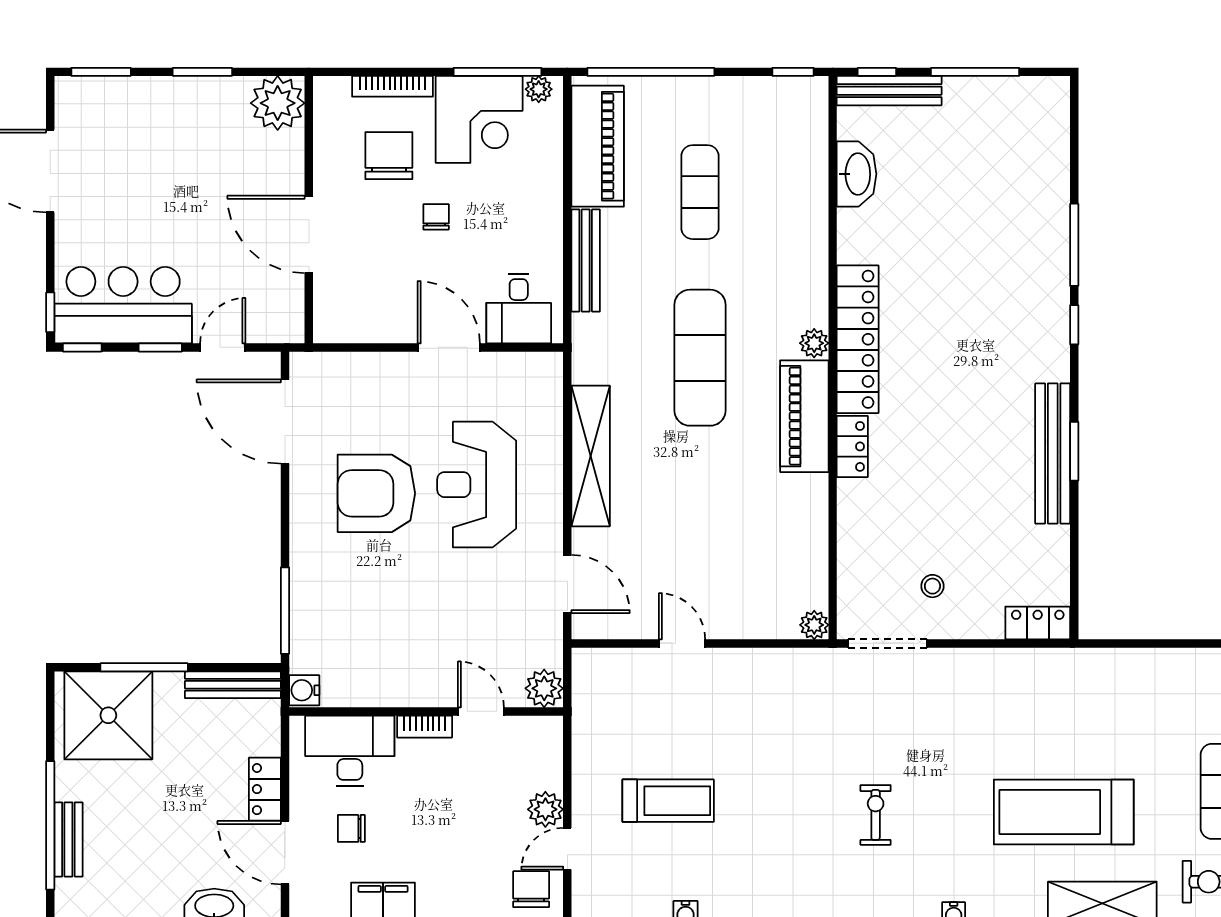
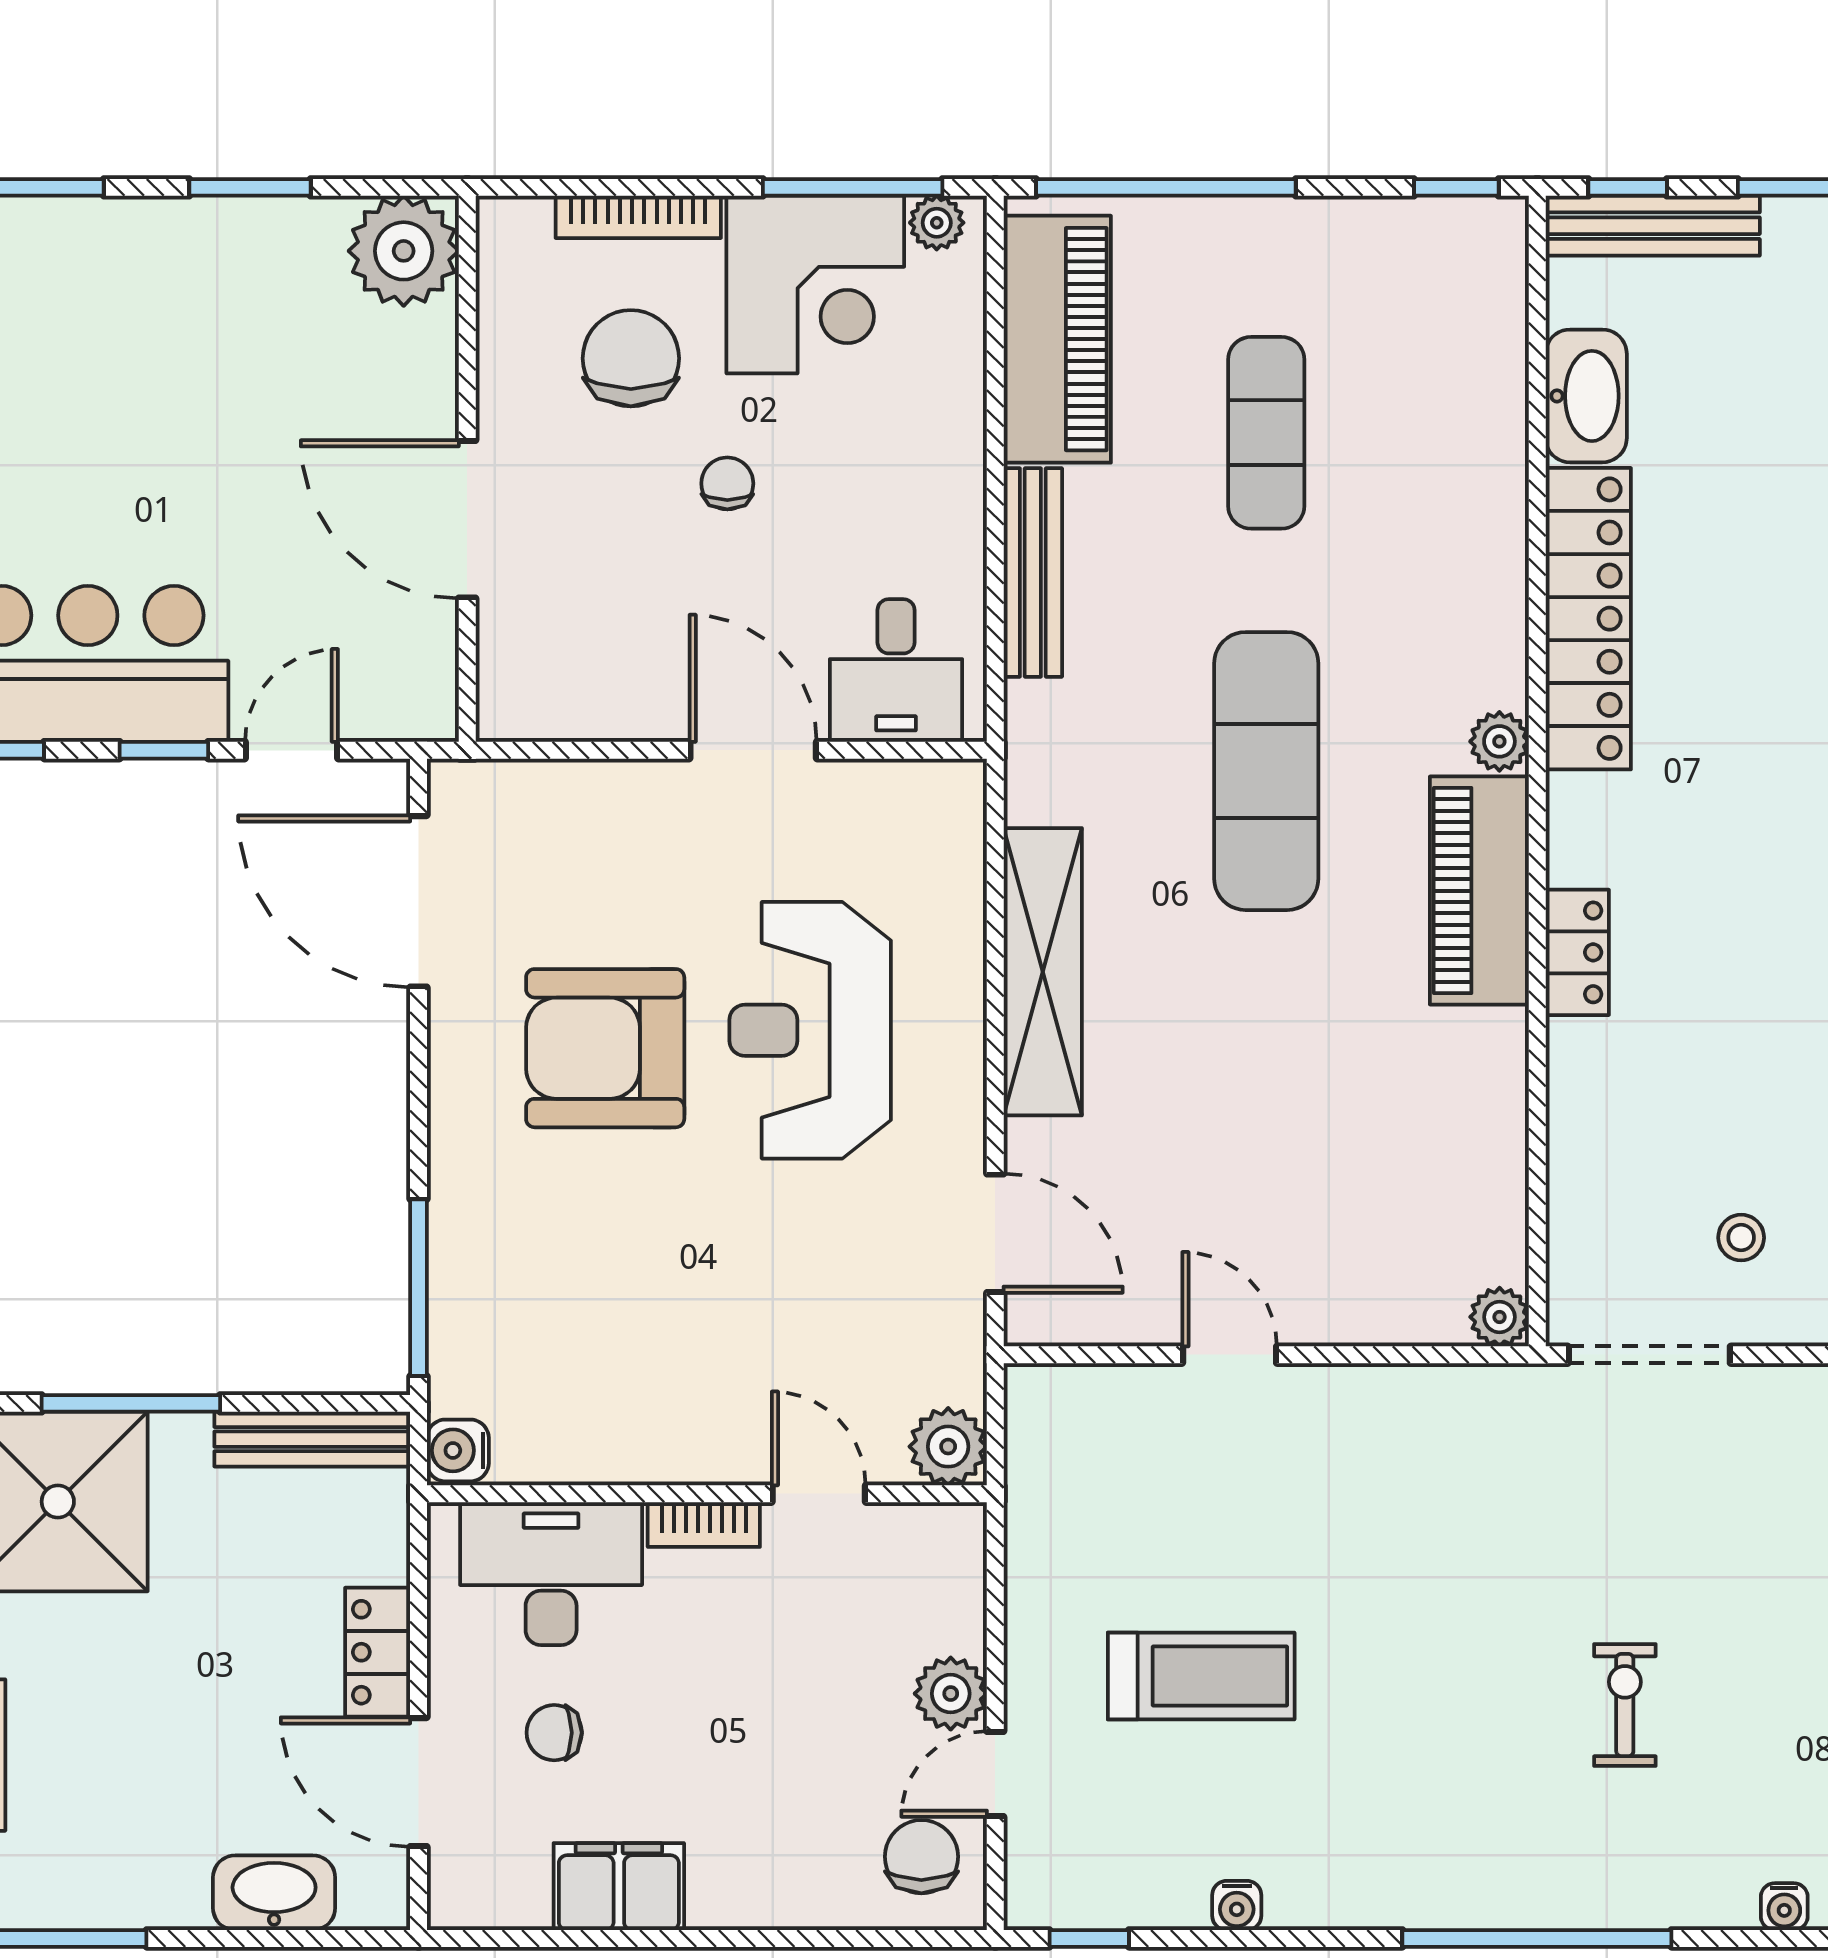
locker: (858, 339) -> (1588, 619), moved

